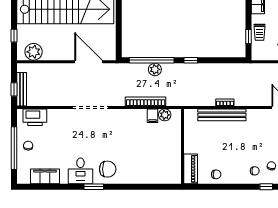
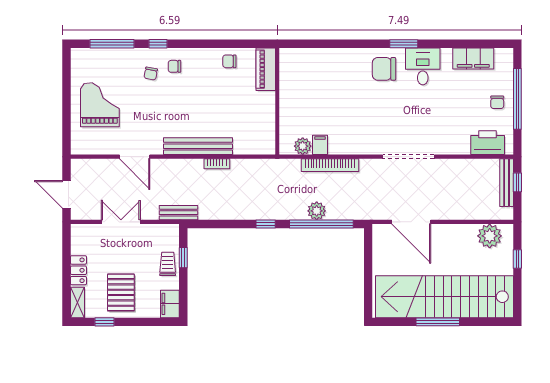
bench: (252, 68) -> (178, 213), added
bench: (222, 115) -> (198, 146), moved

